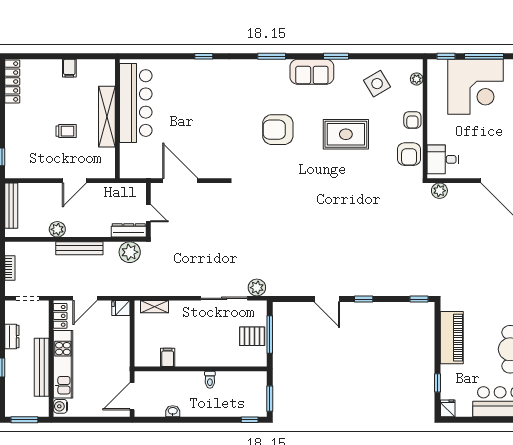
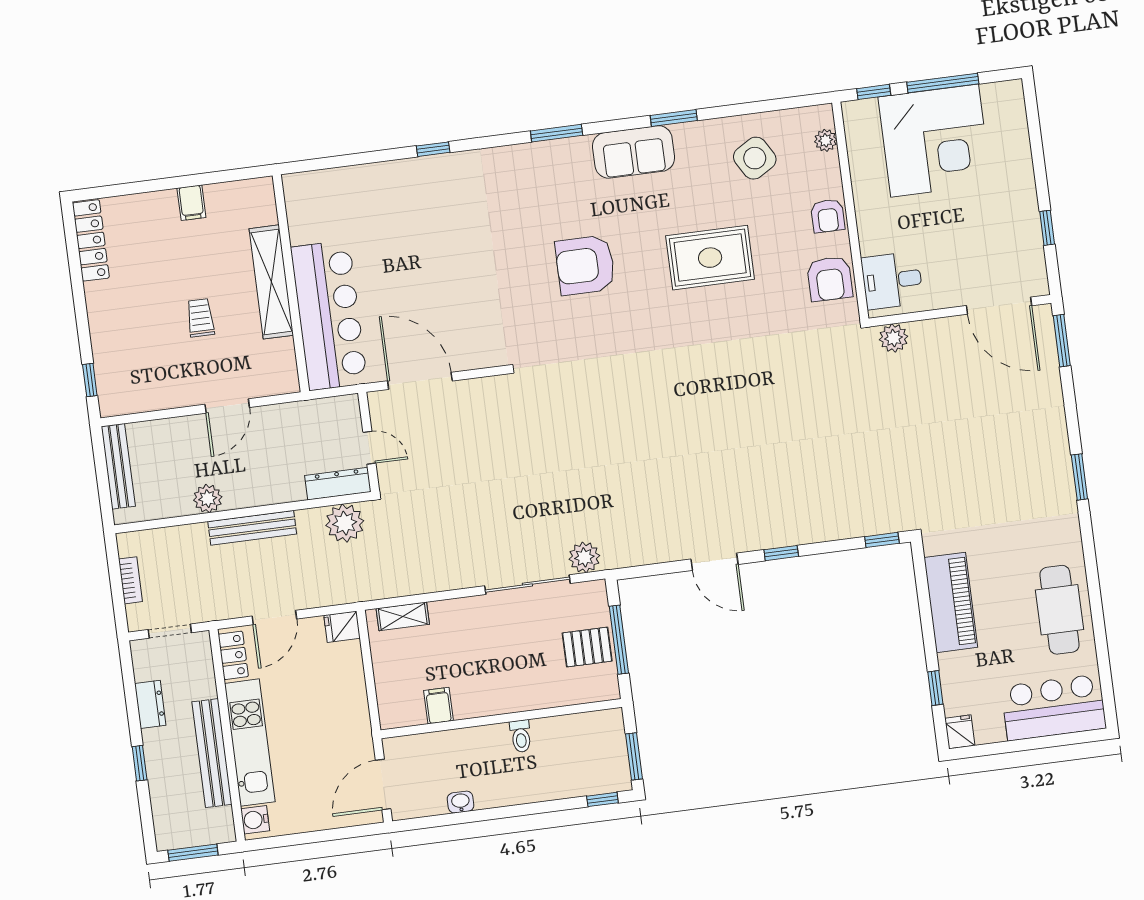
bar counter: (136, 103) -> (329, 315), moved
trolley: (66, 131) -> (200, 318), turned -90

